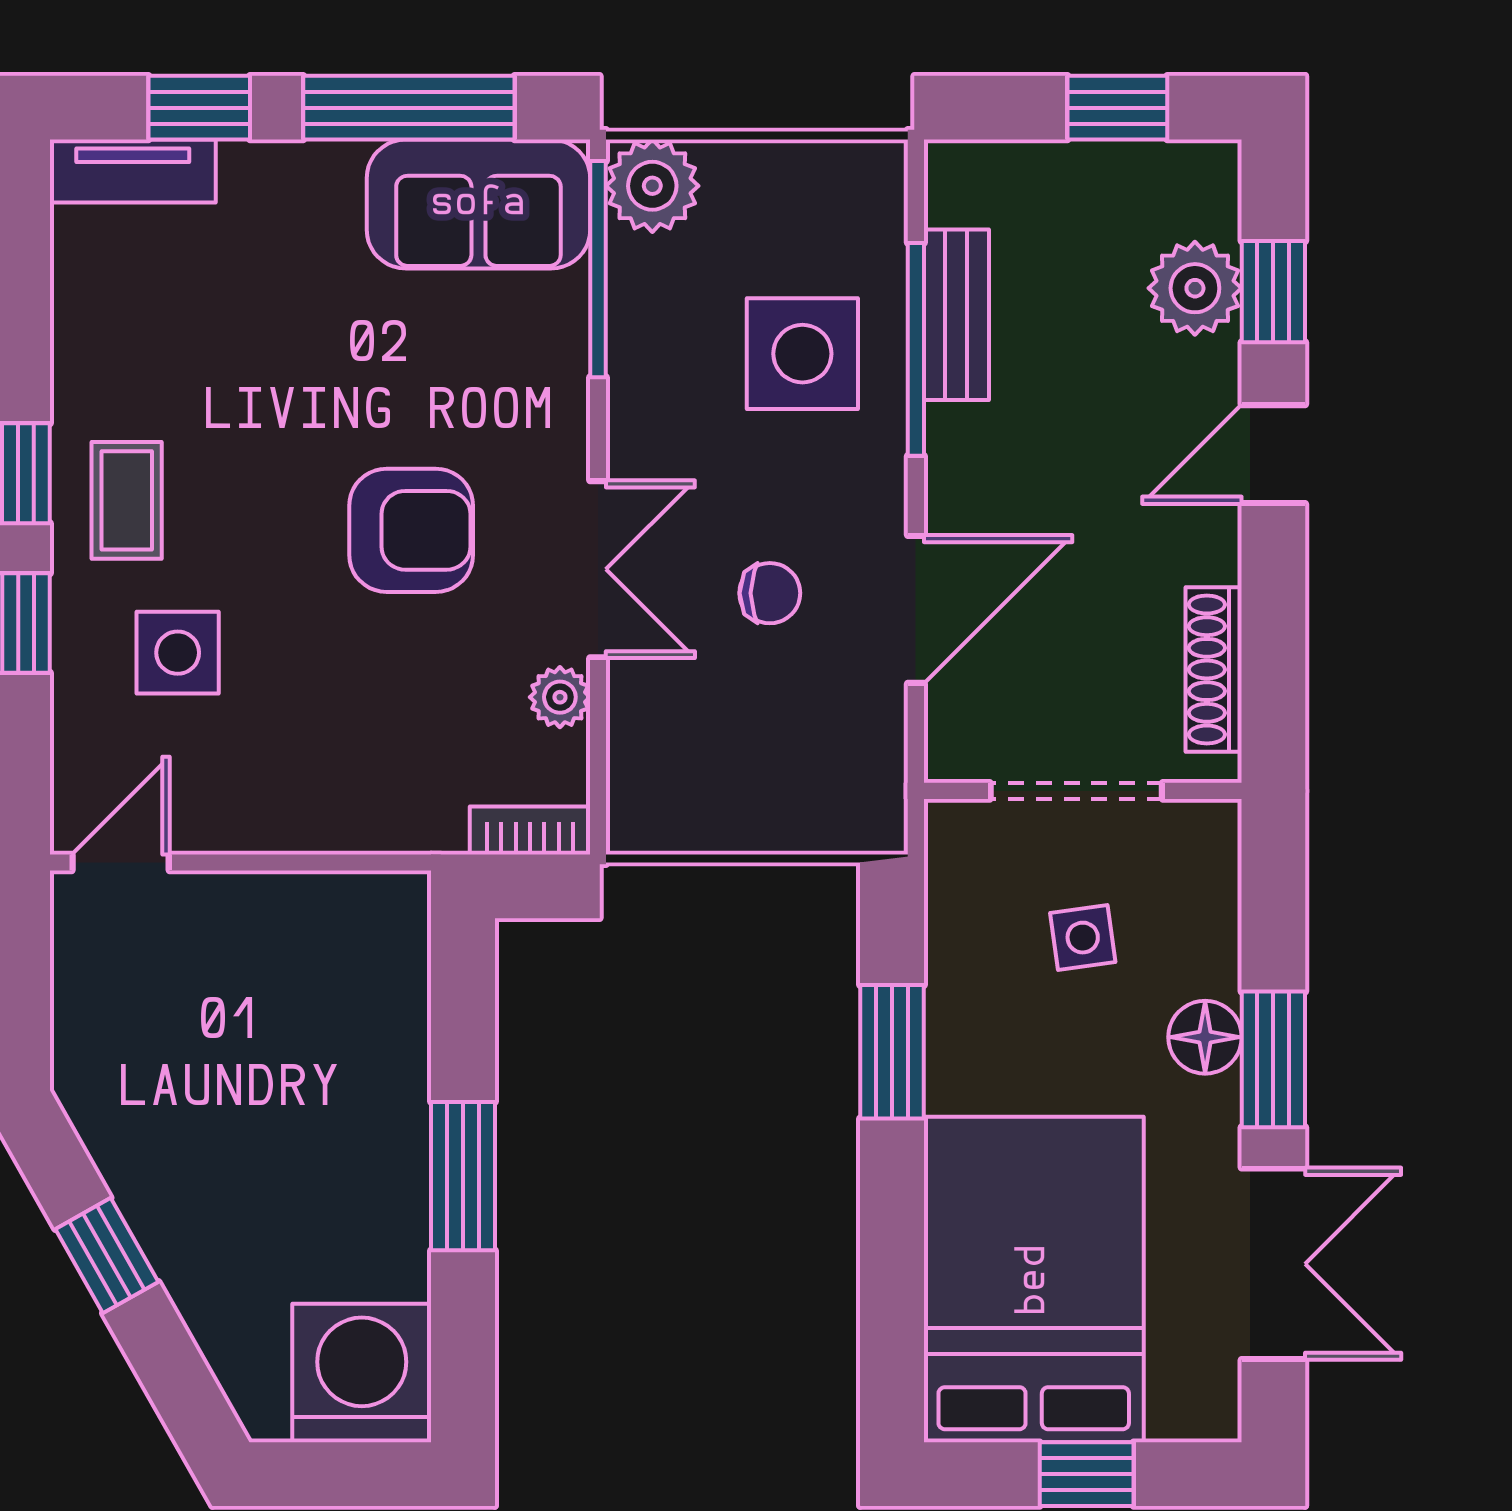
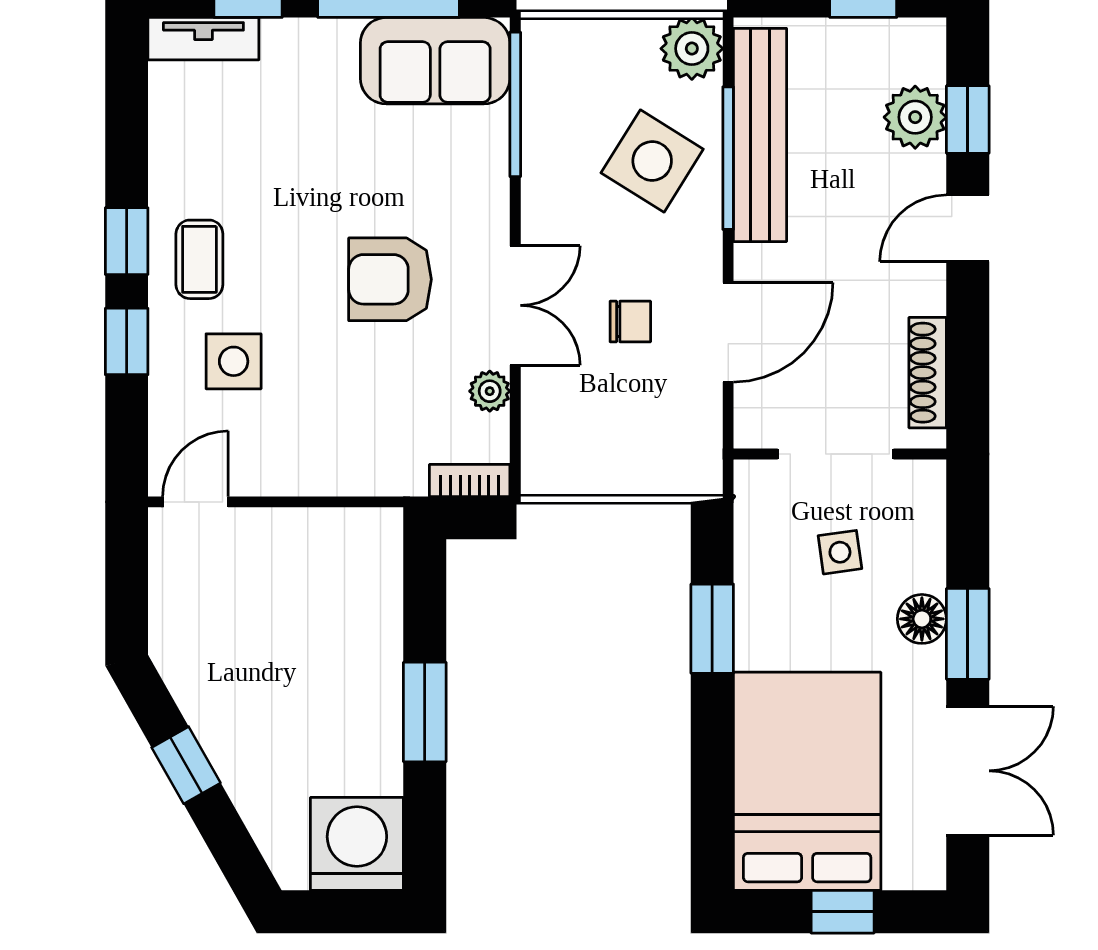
plant: (652, 186) -> (692, 49), moved
bench: (956, 315) -> (760, 135), width x1.86, depth x1.21
side table: (802, 354) -> (652, 161), turned 32
armchair: (411, 530) -> (390, 279), turned 180

